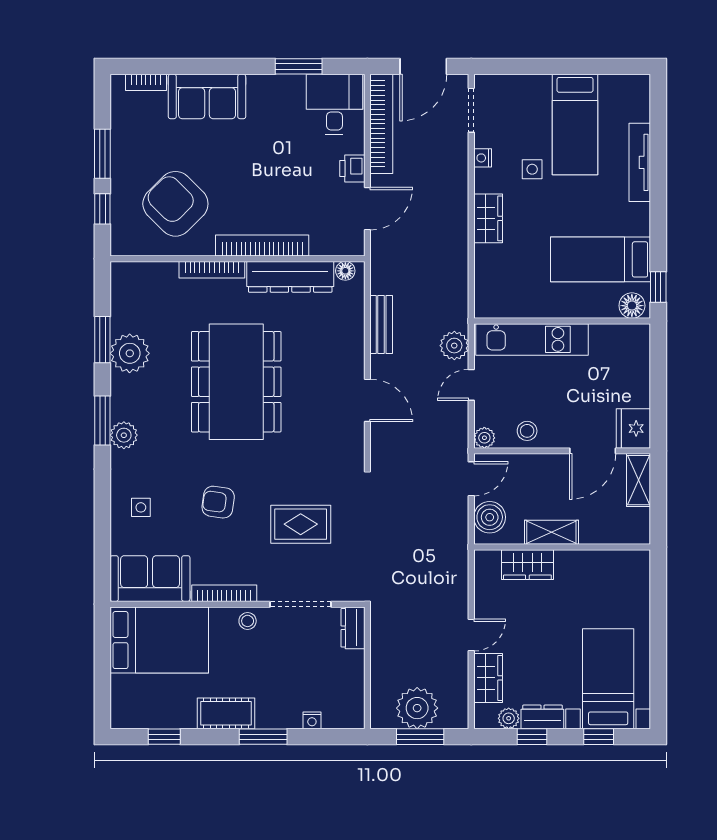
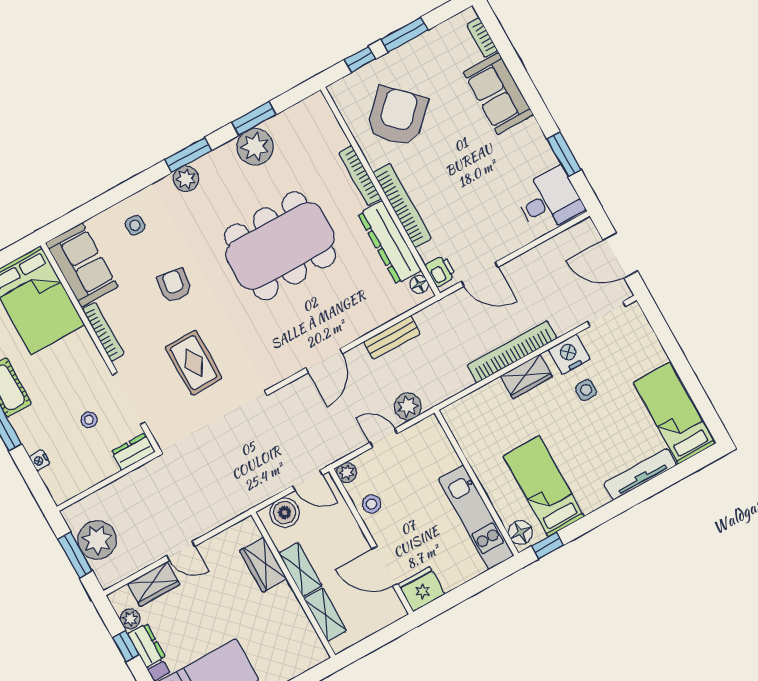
bookcase: (381, 124) -> (512, 352), moved, turned 180
bed: (575, 125) -> (674, 413), moved, turned 90
nightstand: (483, 158) -> (569, 354), width x1.89, depth x1.79
printer: (352, 169) -> (441, 271), moved, turned 90
kitchen unit: (532, 339) -> (476, 517), moved
shelving: (639, 480) -> (325, 615), moved, turned 90
stool: (248, 621) -> (89, 420), moved

